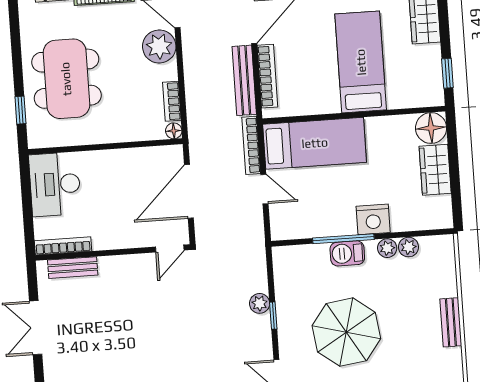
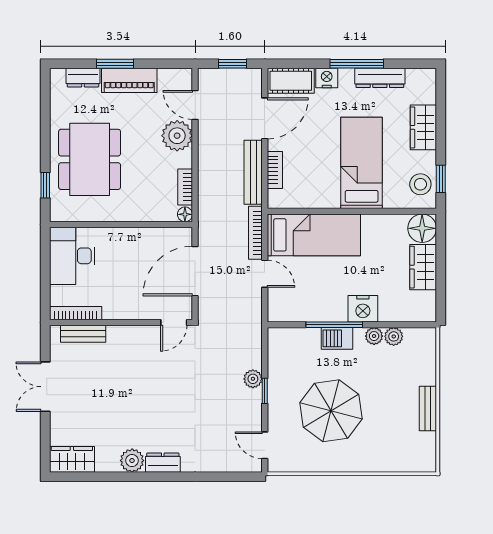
bookcase: (267, 76) -> (275, 170), width x0.64
stool: (426, 81) -> (420, 184), added

